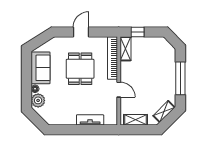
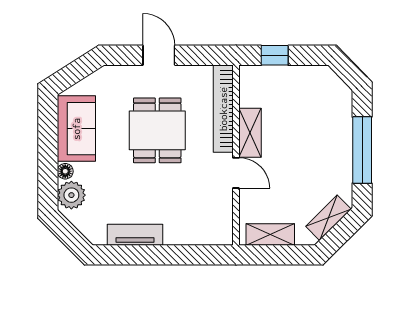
door: (81, 32) -> (159, 55), hinge flipped
shelving: (126, 49) -> (250, 133), moved
tv unit: (90, 120) -> (135, 235), moved

